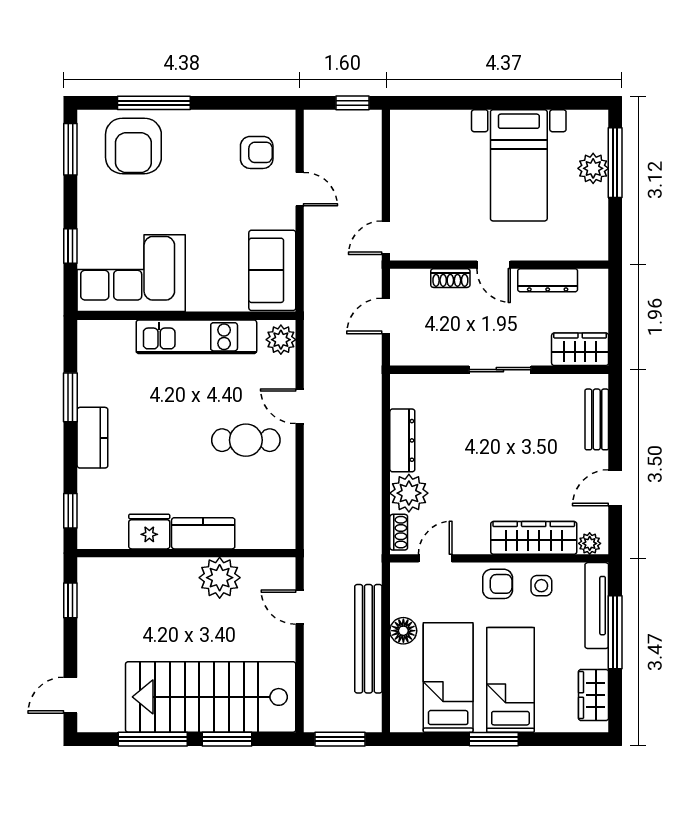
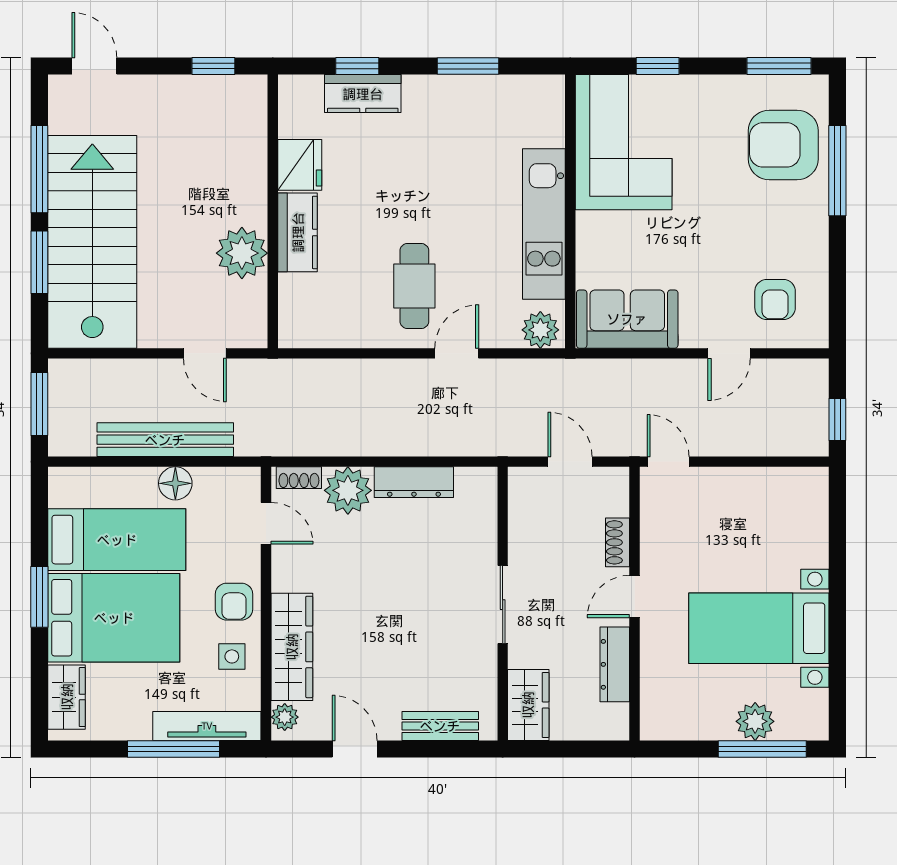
kitchen counter: (92, 438) -> (363, 94), moved
window: (70, 511) -> (357, 66), moved
door: (300, 607) -> (205, 353), swing flipped
bed: (510, 680) -> (114, 618), width x1.50
wardrobe: (593, 695) -> (67, 697), moved, turned 90

